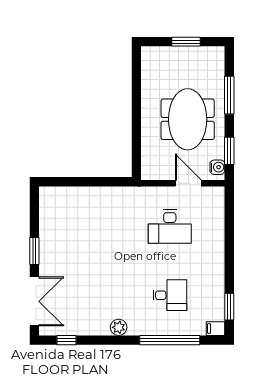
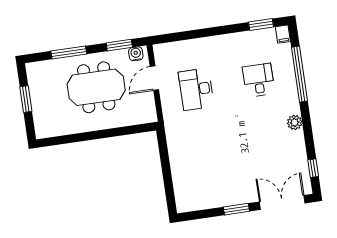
desk: (170, 227) -> (196, 89), turned 180

